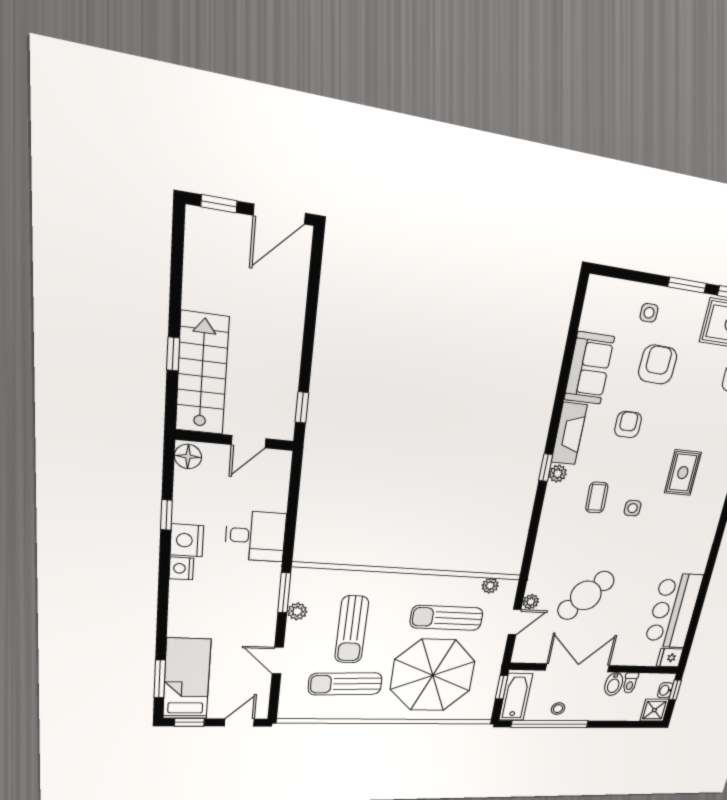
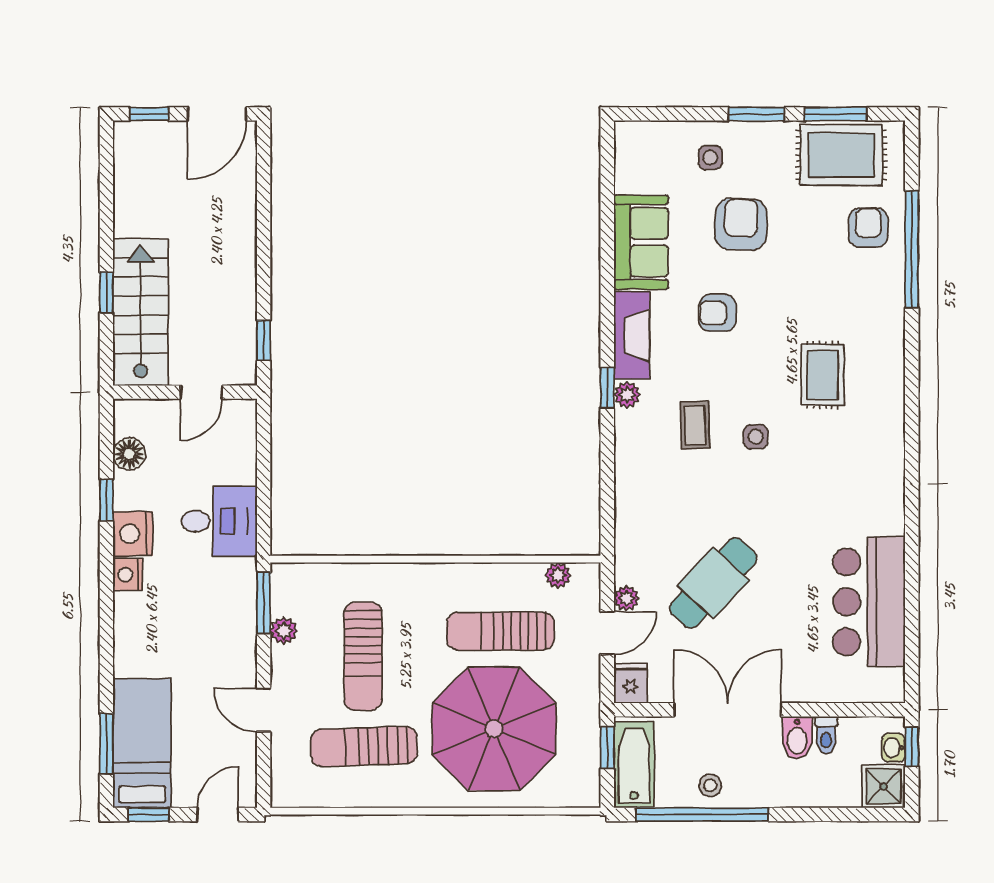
armchair: (628, 424) -> (717, 313), turned -90
floor lamp: (188, 456) -> (129, 454), moved
fridge: (670, 658) -> (631, 683), moved, turned 90

